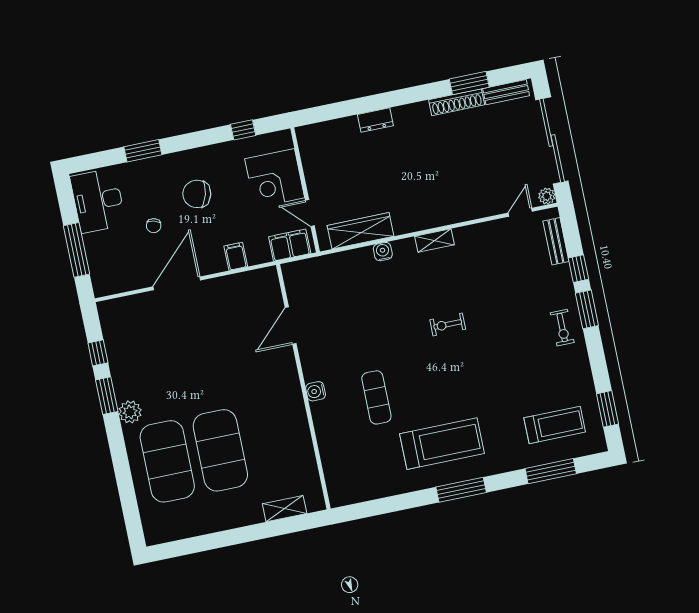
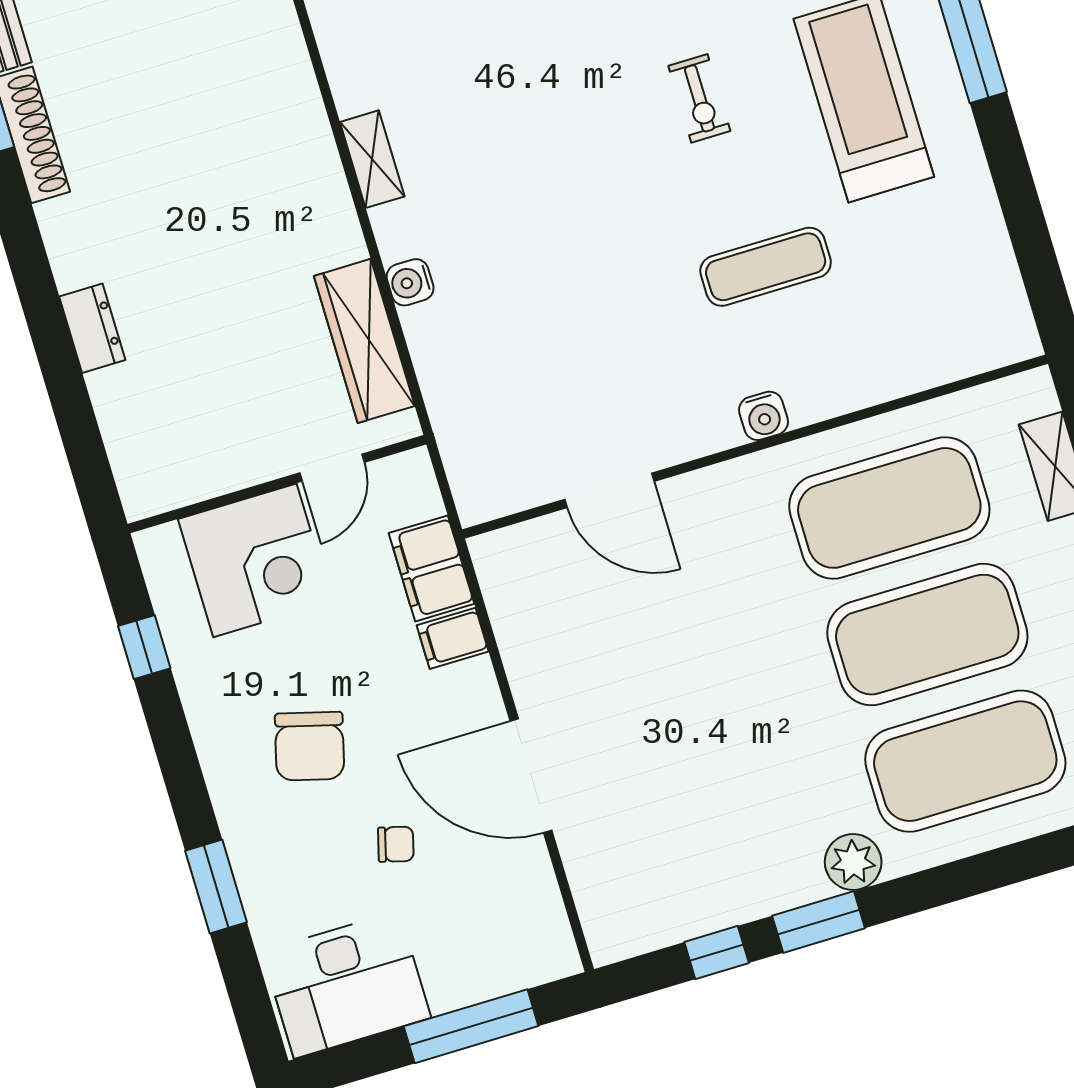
filing cabinet: (290, 245) -> (431, 568), moved
exercise bike: (448, 324) -> (699, 98), moved
exercise mat: (273, 439) -> (889, 508), added

